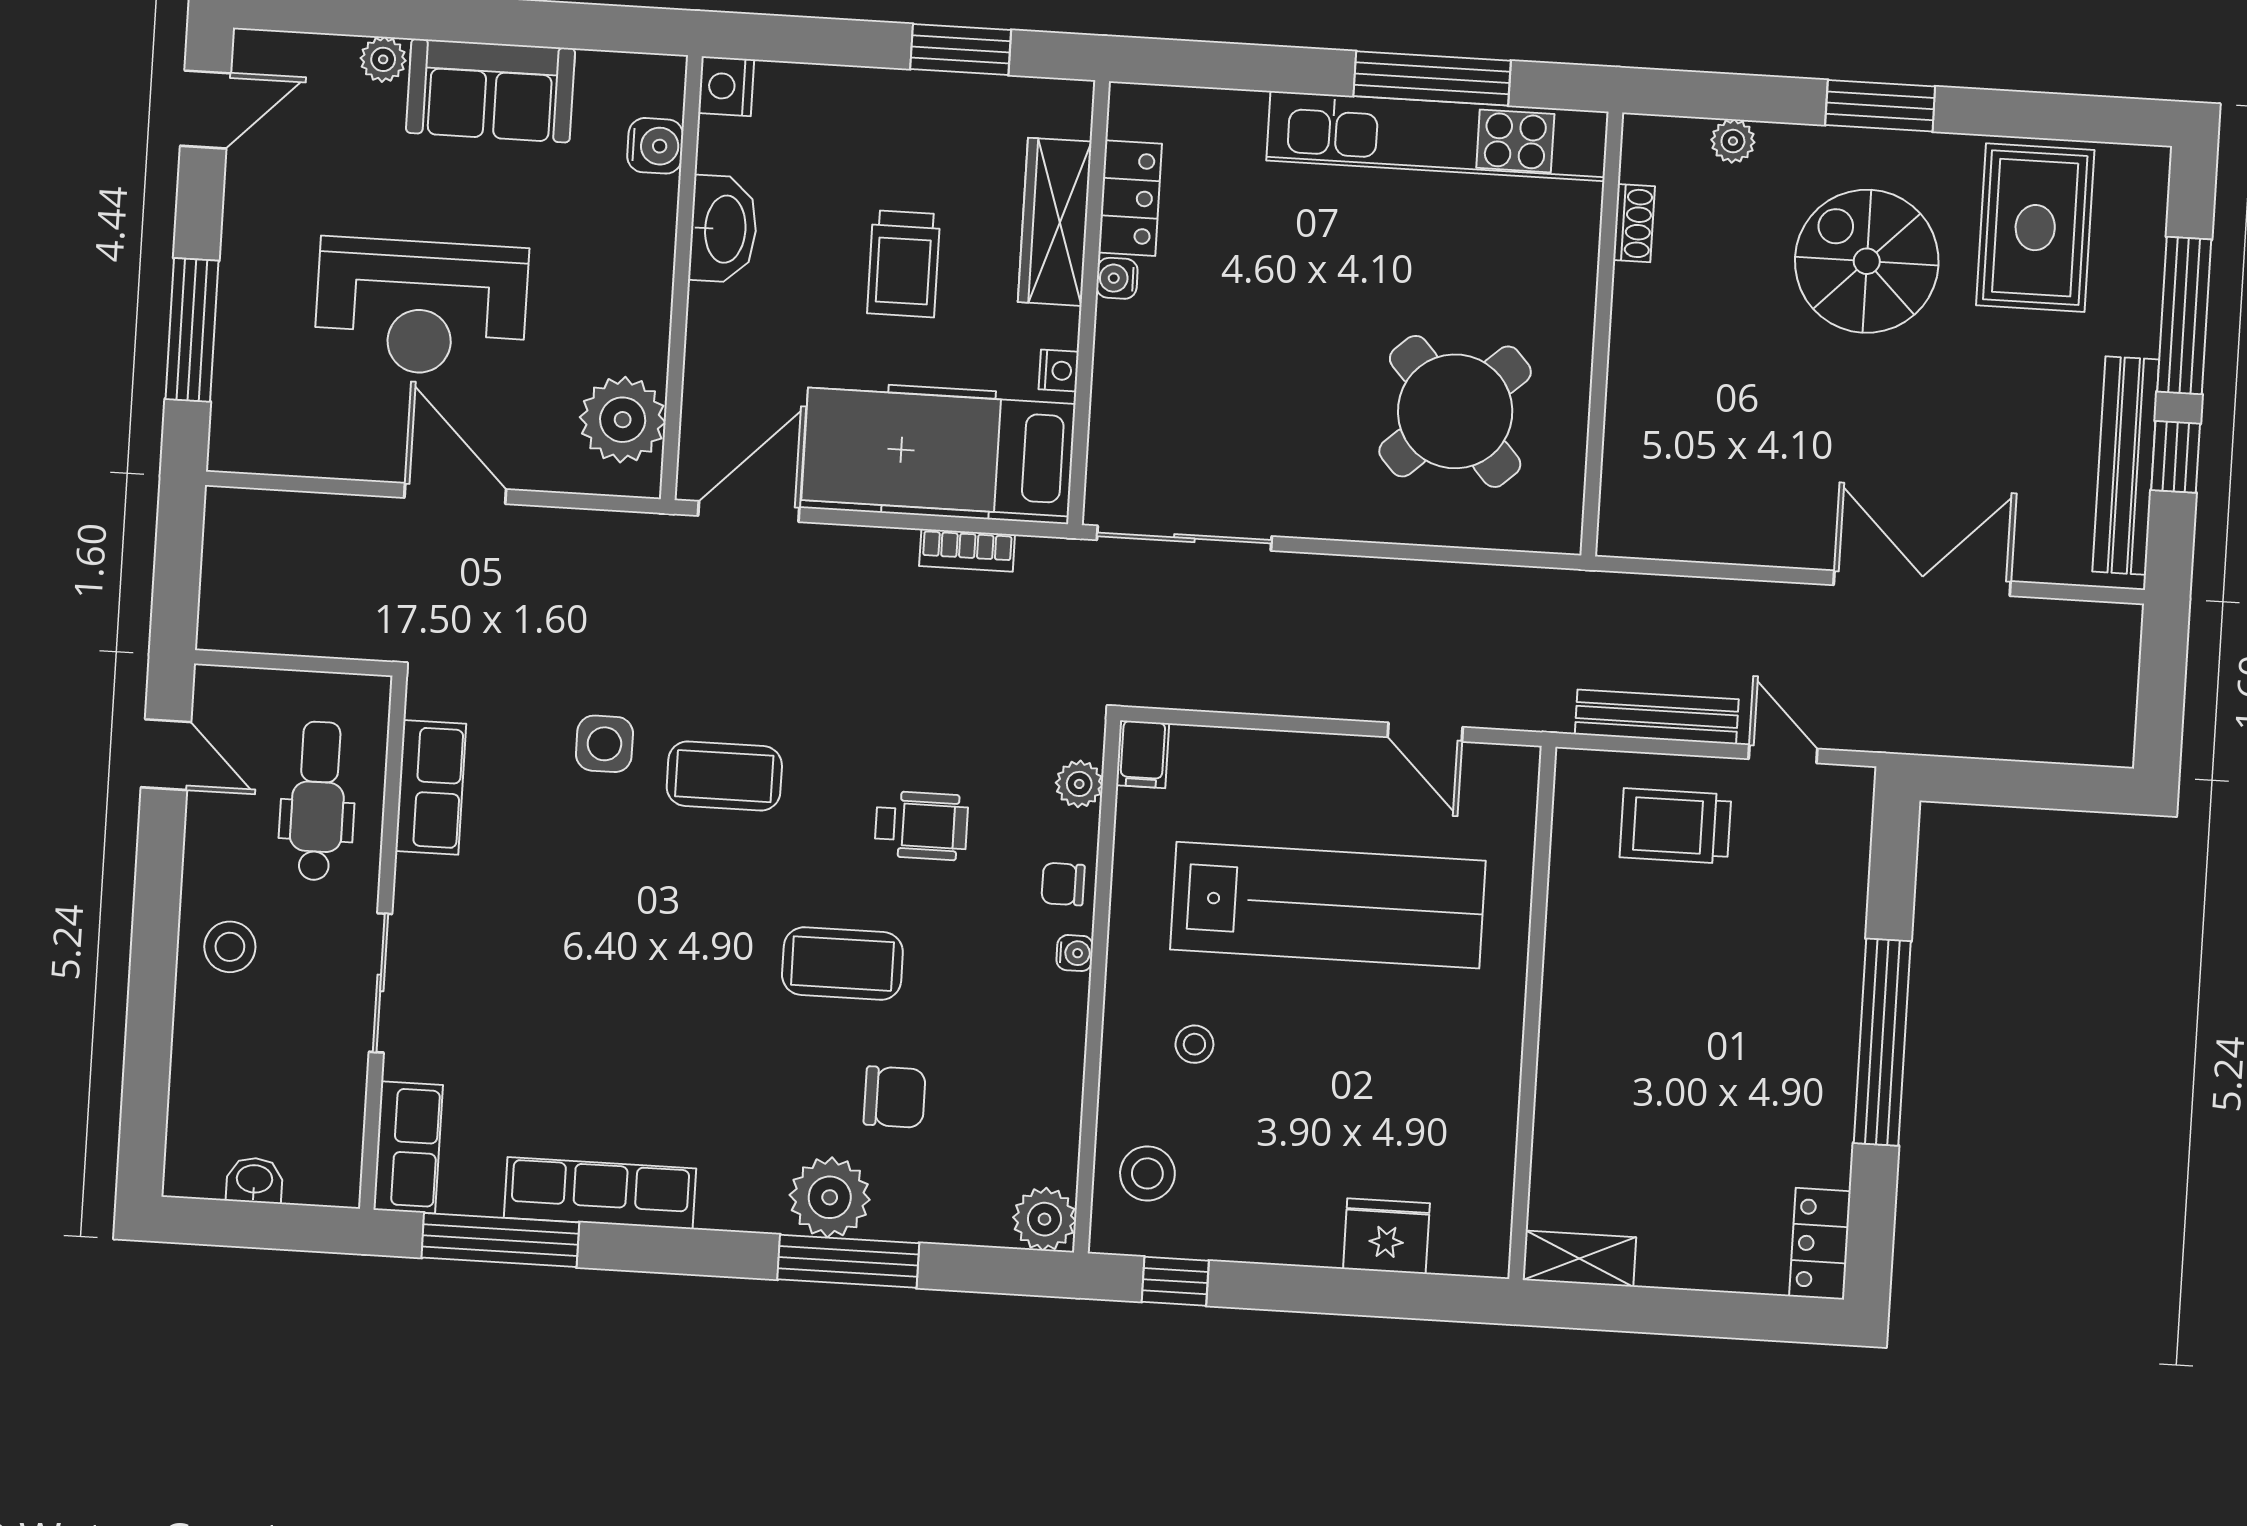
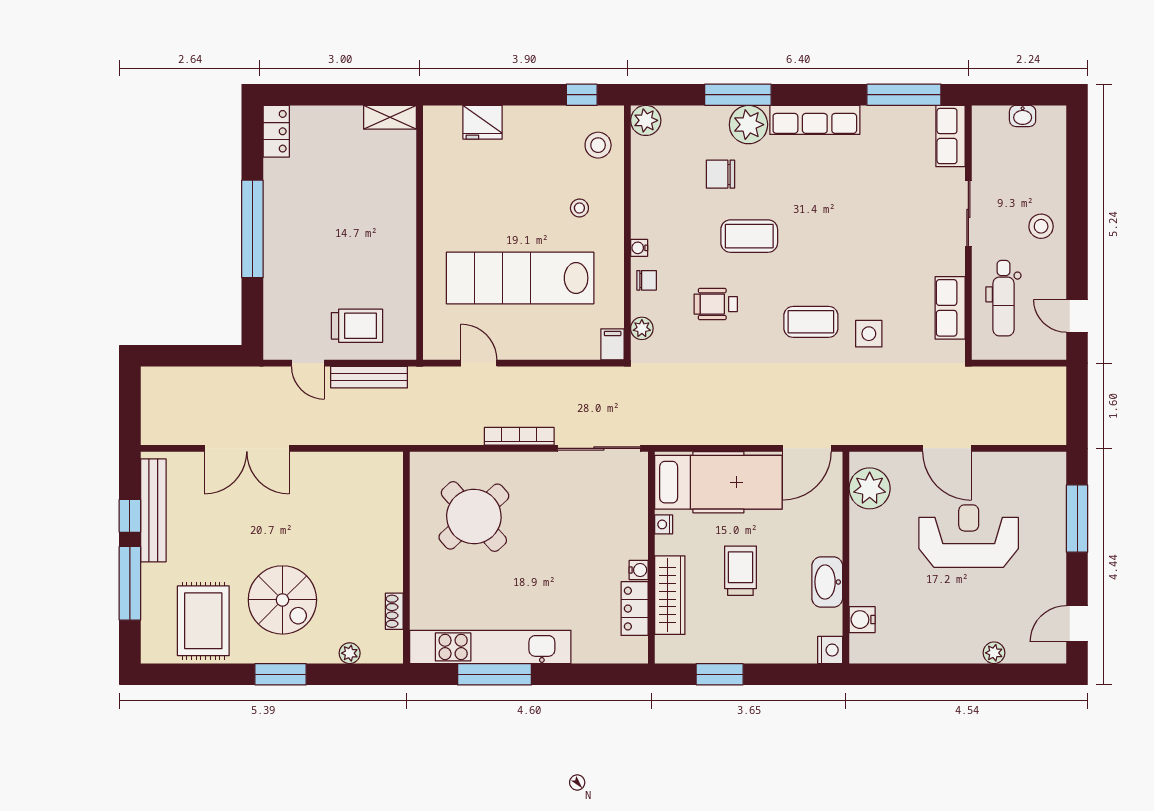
sofa: (491, 91) -> (942, 641), removed
bookcase: (967, 550) -> (519, 436), moved, width x1.56
row of seats: (600, 1193) -> (815, 120), moved

